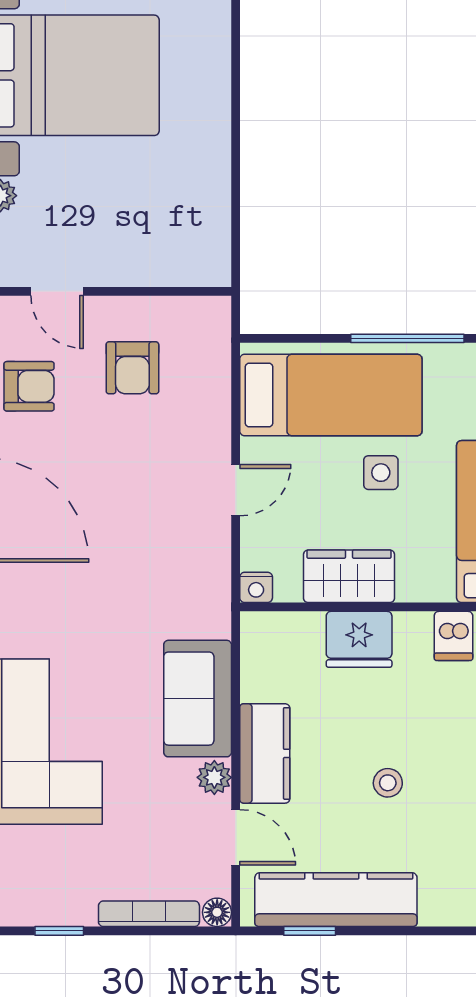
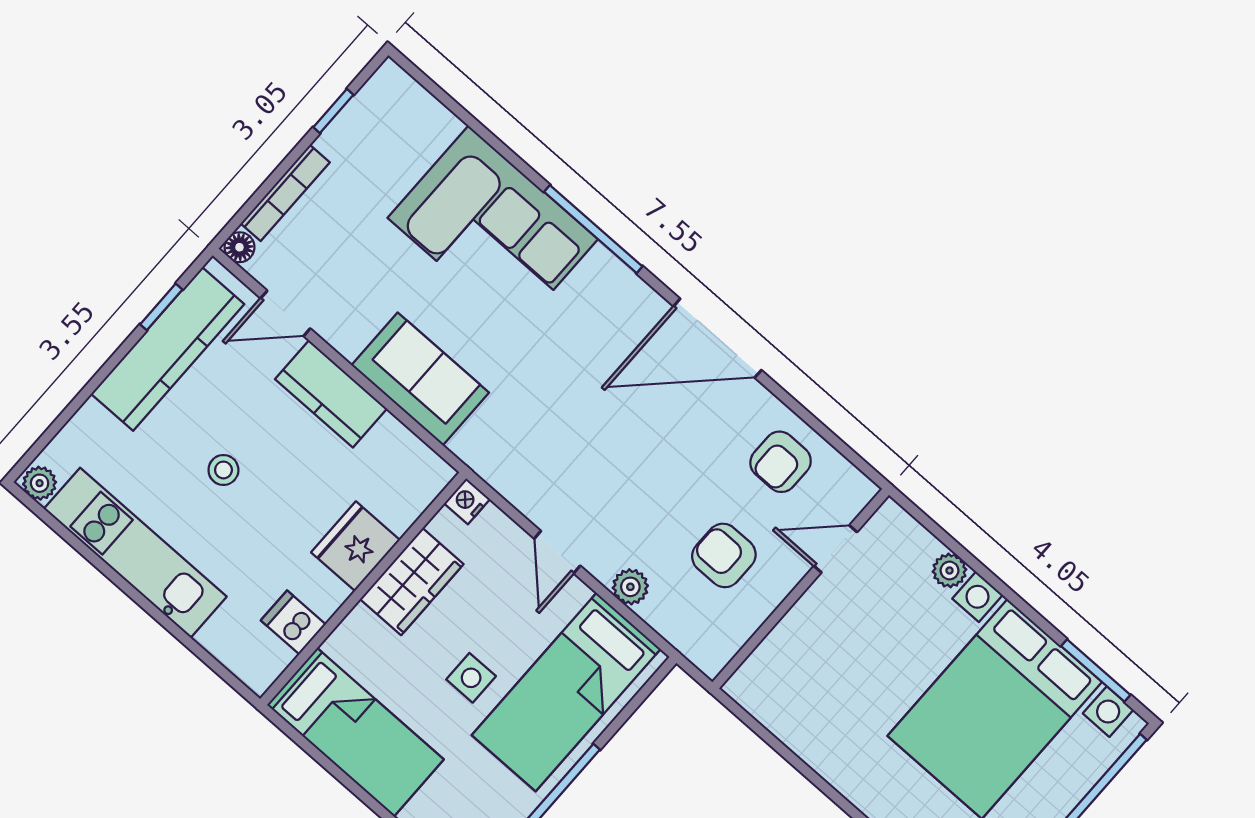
plant: (214, 777) -> (630, 587), moved

